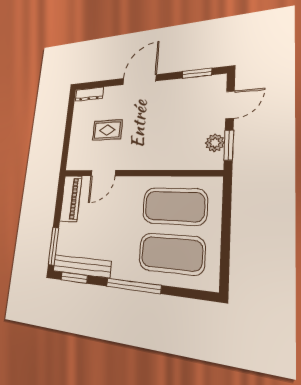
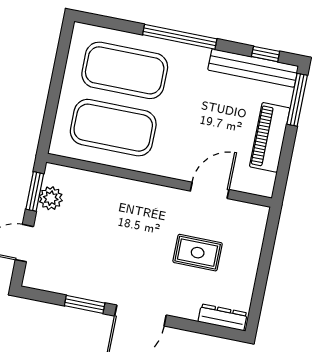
window: (197, 73) -> (85, 304), moved
piano: (71, 198) -> (270, 137), moved
window: (74, 278) -> (266, 54), width x0.67

